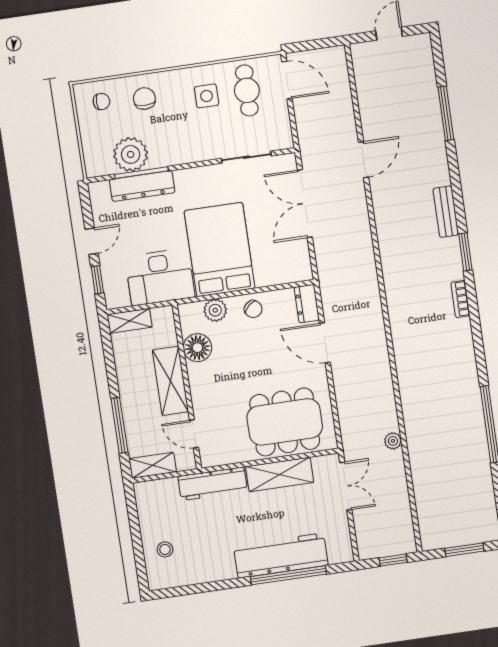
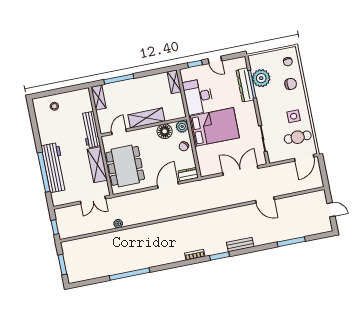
floor lamp: (197, 348) -> (165, 131), moved
shelving: (170, 381) -> (146, 118), moved
wall: (187, 387) -> (144, 127), moved
door: (194, 434) -> (119, 132), moved

